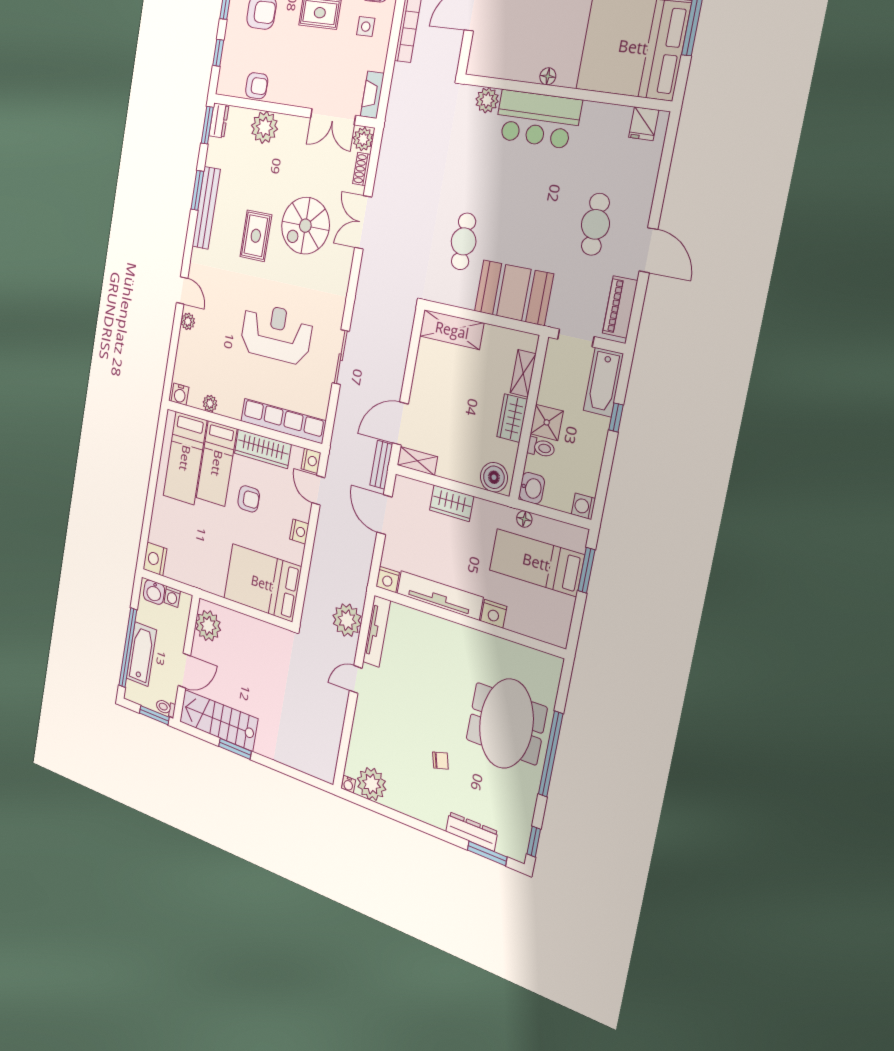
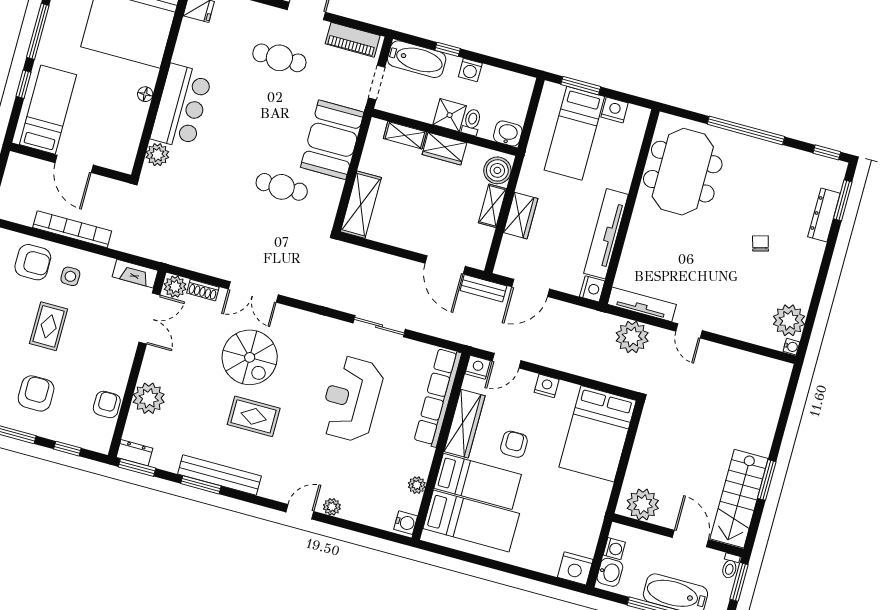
shelving: (417, 461) -> (492, 206), moved
washing machine: (583, 506) -> (470, 70), moved
floor lamp: (524, 519) -> (535, 143), removed
nightstand: (494, 614) -> (615, 110), moved, turned -90
meeting table: (506, 724) -> (683, 172), moved, turned 90

